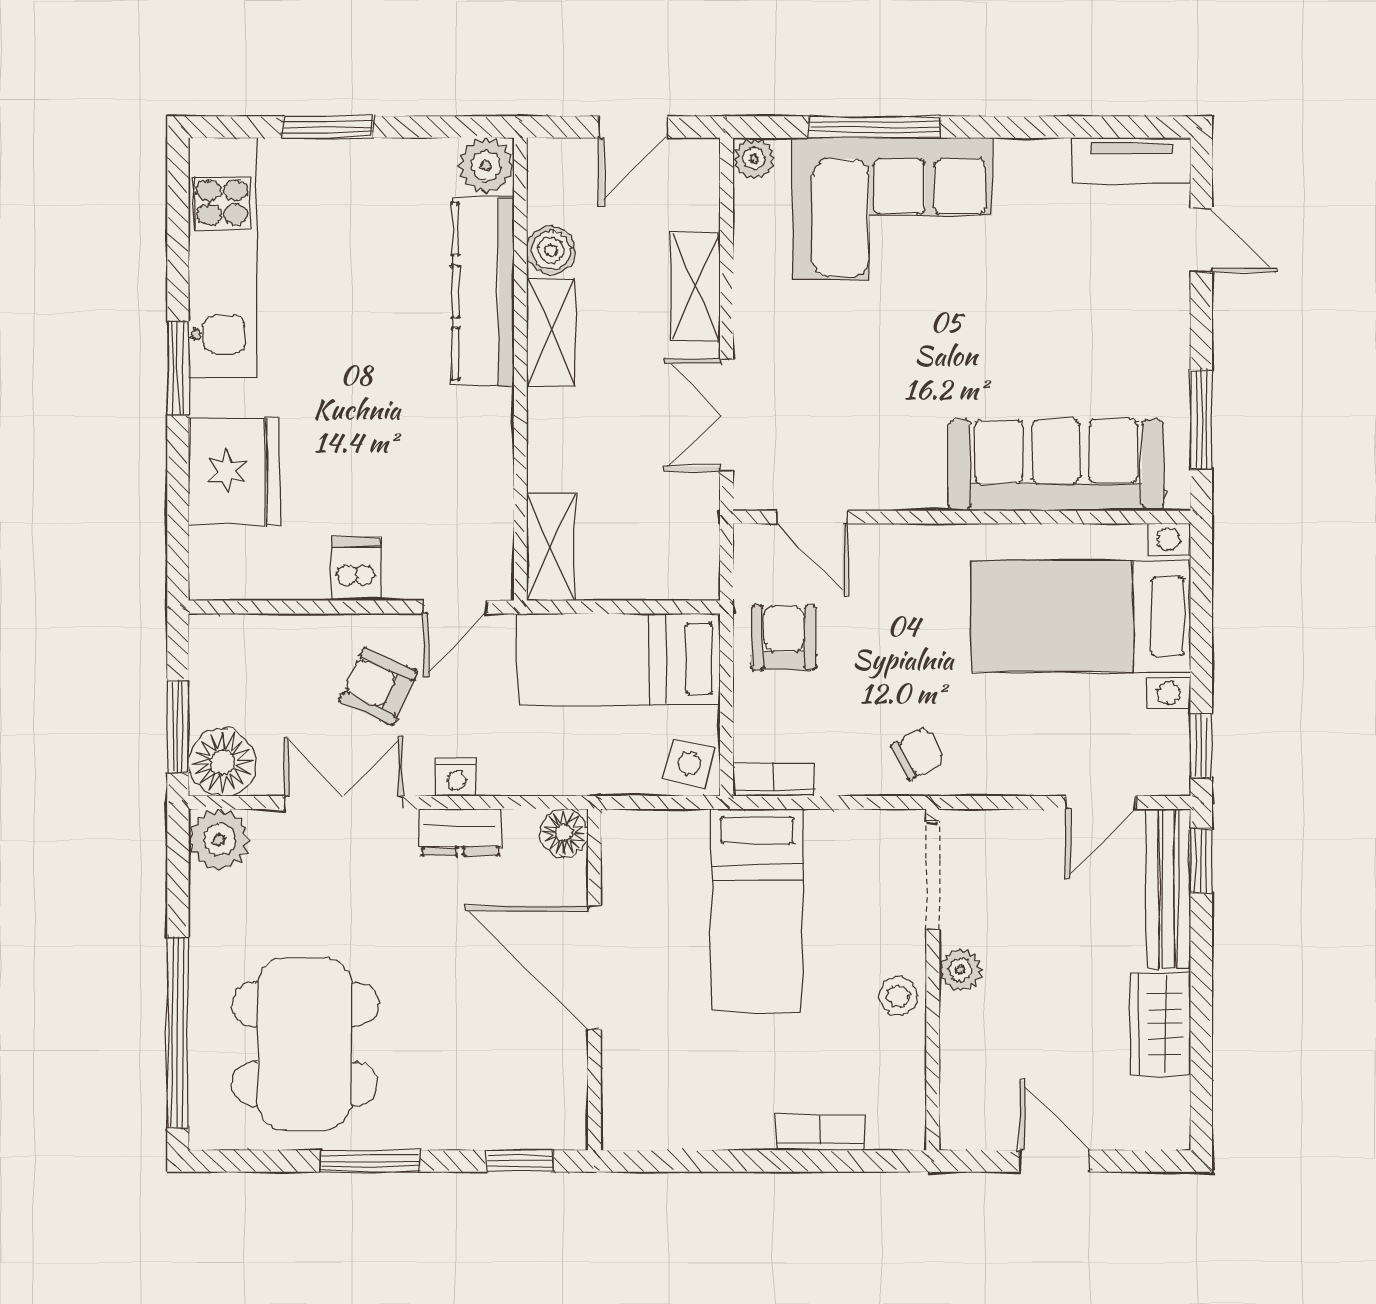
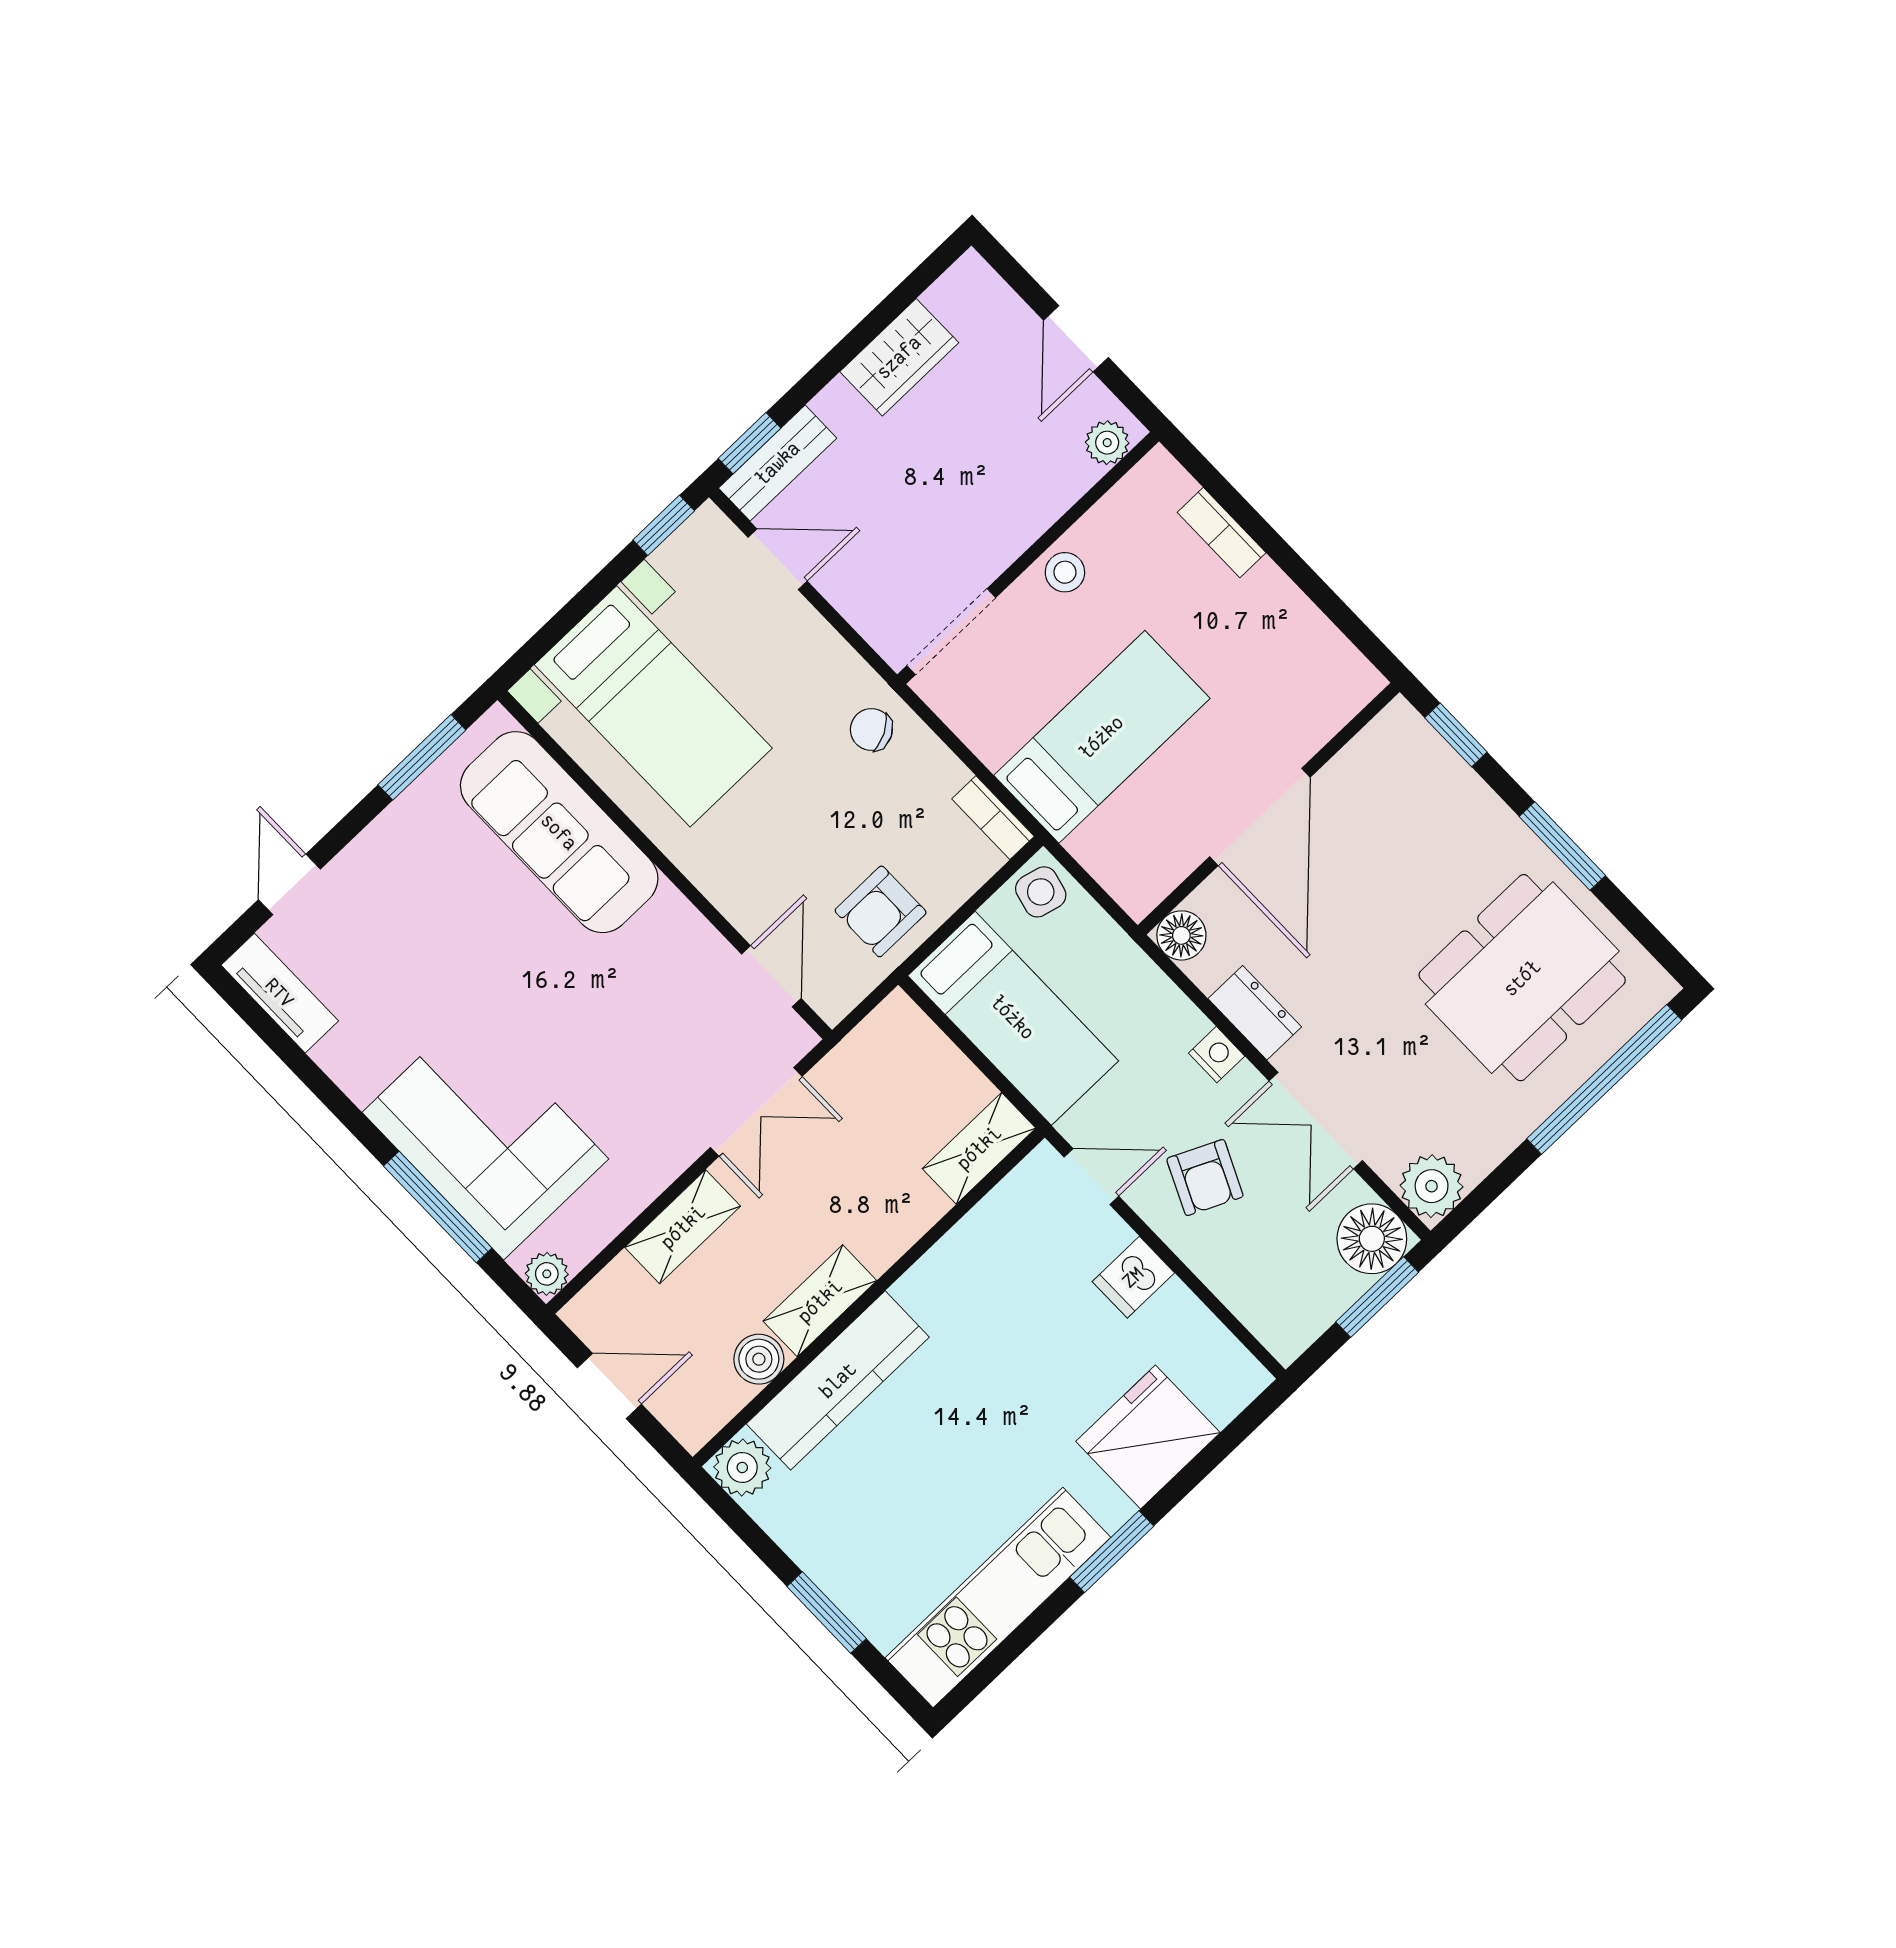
bench: (1168, 889) -> (778, 463), width x0.73
plant: (960, 970) -> (1107, 443), moved

